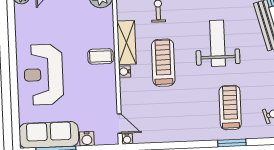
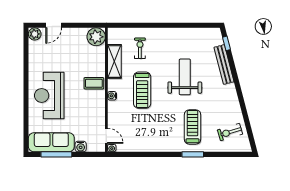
shelving: (126, 43) -> (114, 61), moved
treadmill: (163, 63) -> (142, 90), turned 180

